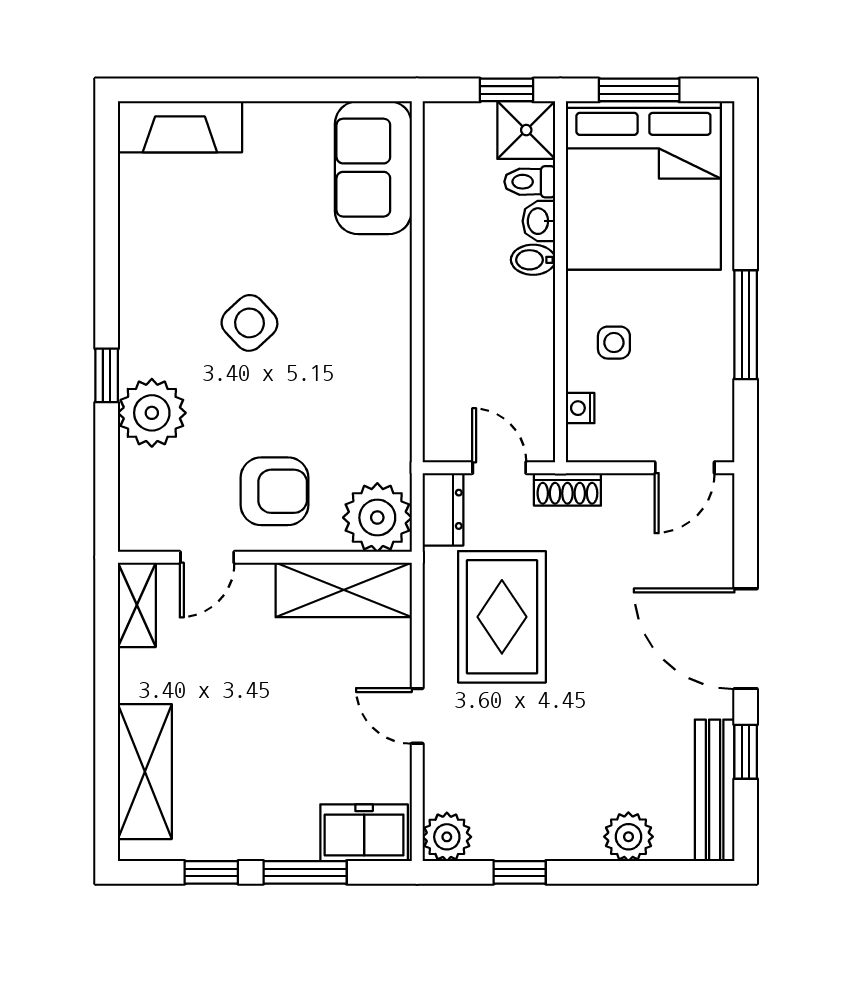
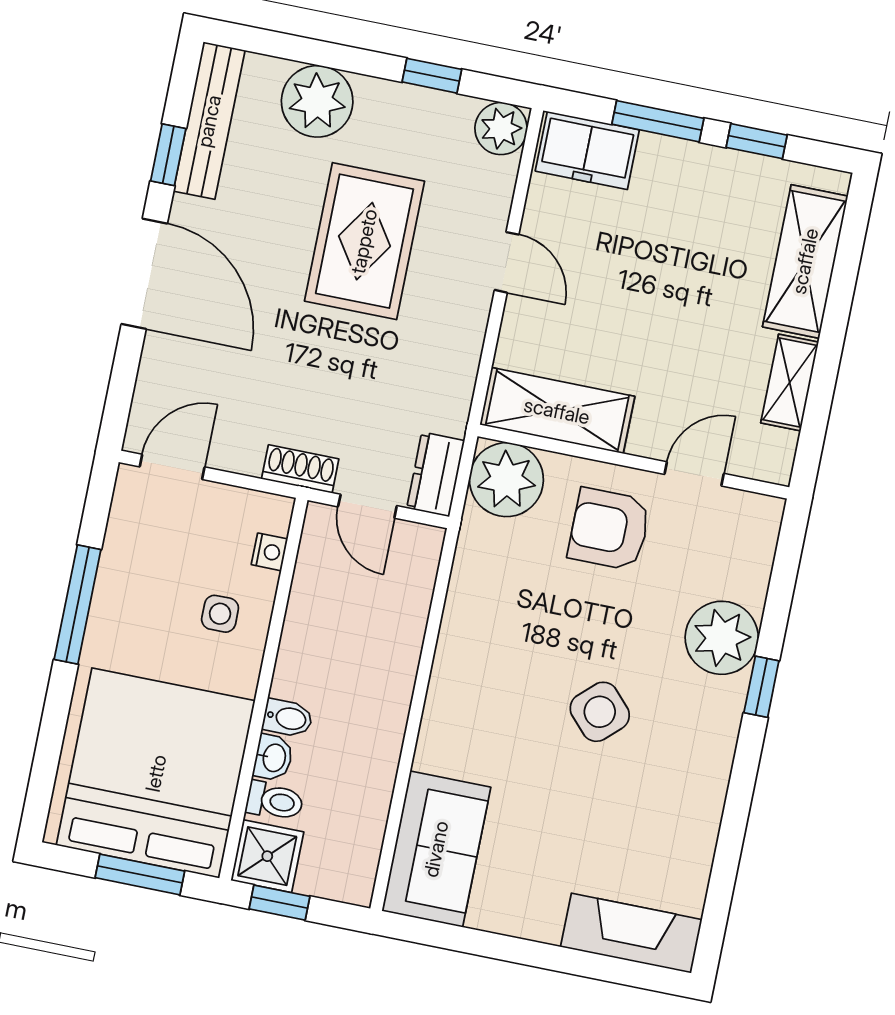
shelving: (137, 605) -> (790, 383), moved
rug: (502, 617) -> (364, 241), moved
plant: (628, 837) -> (317, 101), width x1.36, depth x1.36

